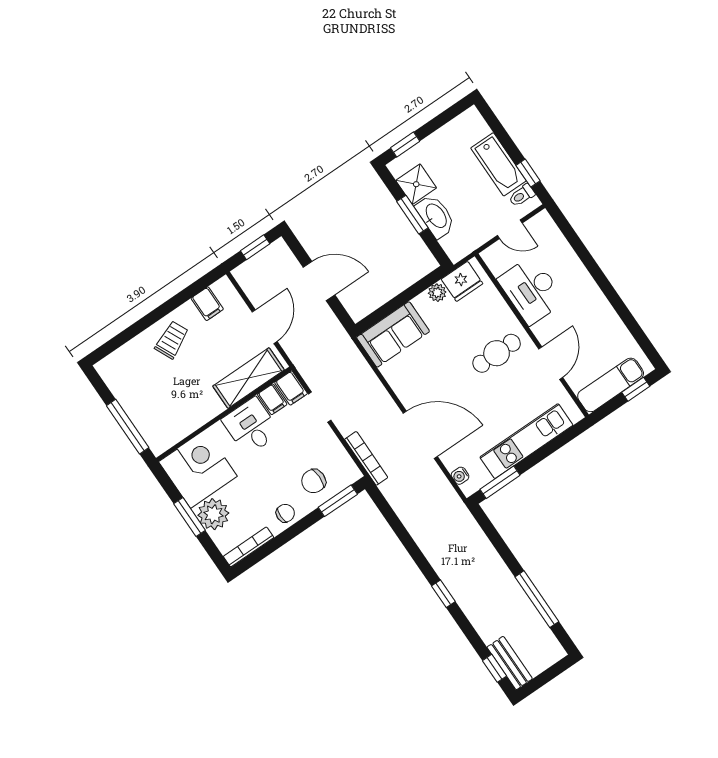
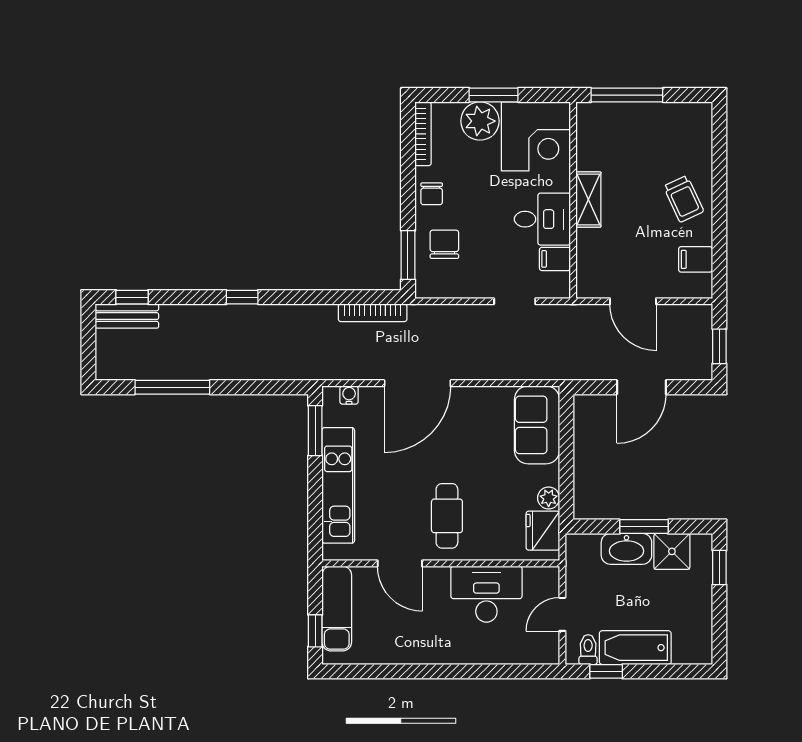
shelving: (249, 378) -> (588, 199), moved, width x0.67, depth x0.75
filing cabinet: (291, 388) -> (553, 286), removed
bookcase: (366, 458) -> (373, 313), moved

